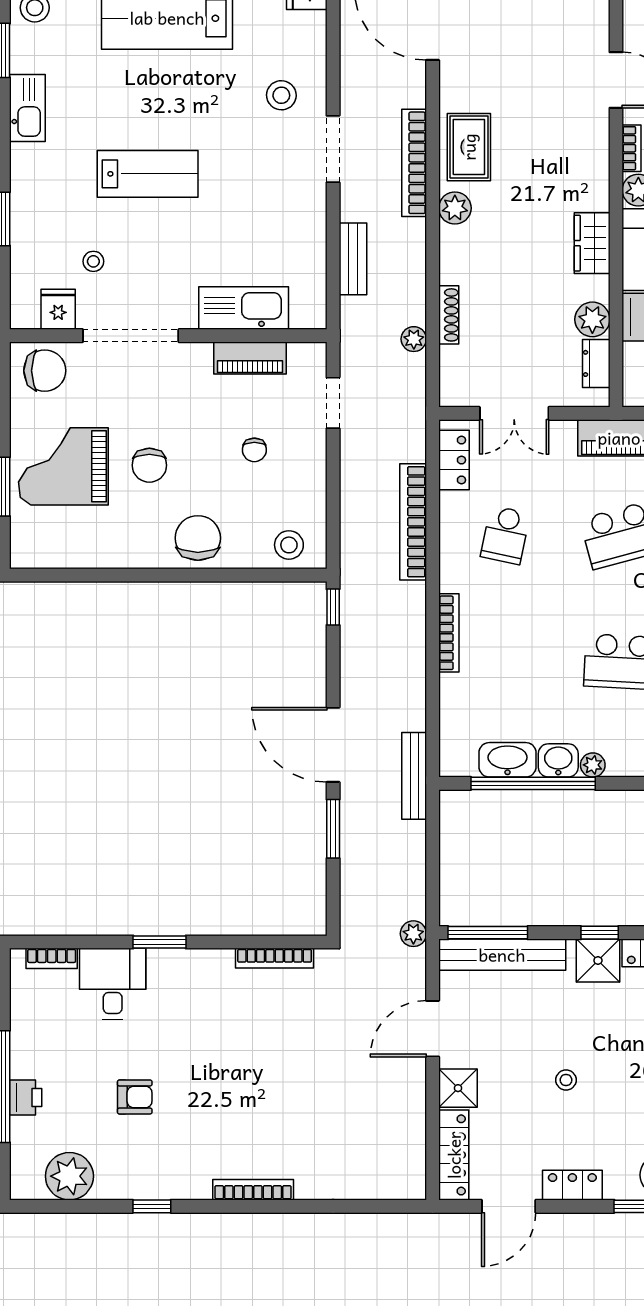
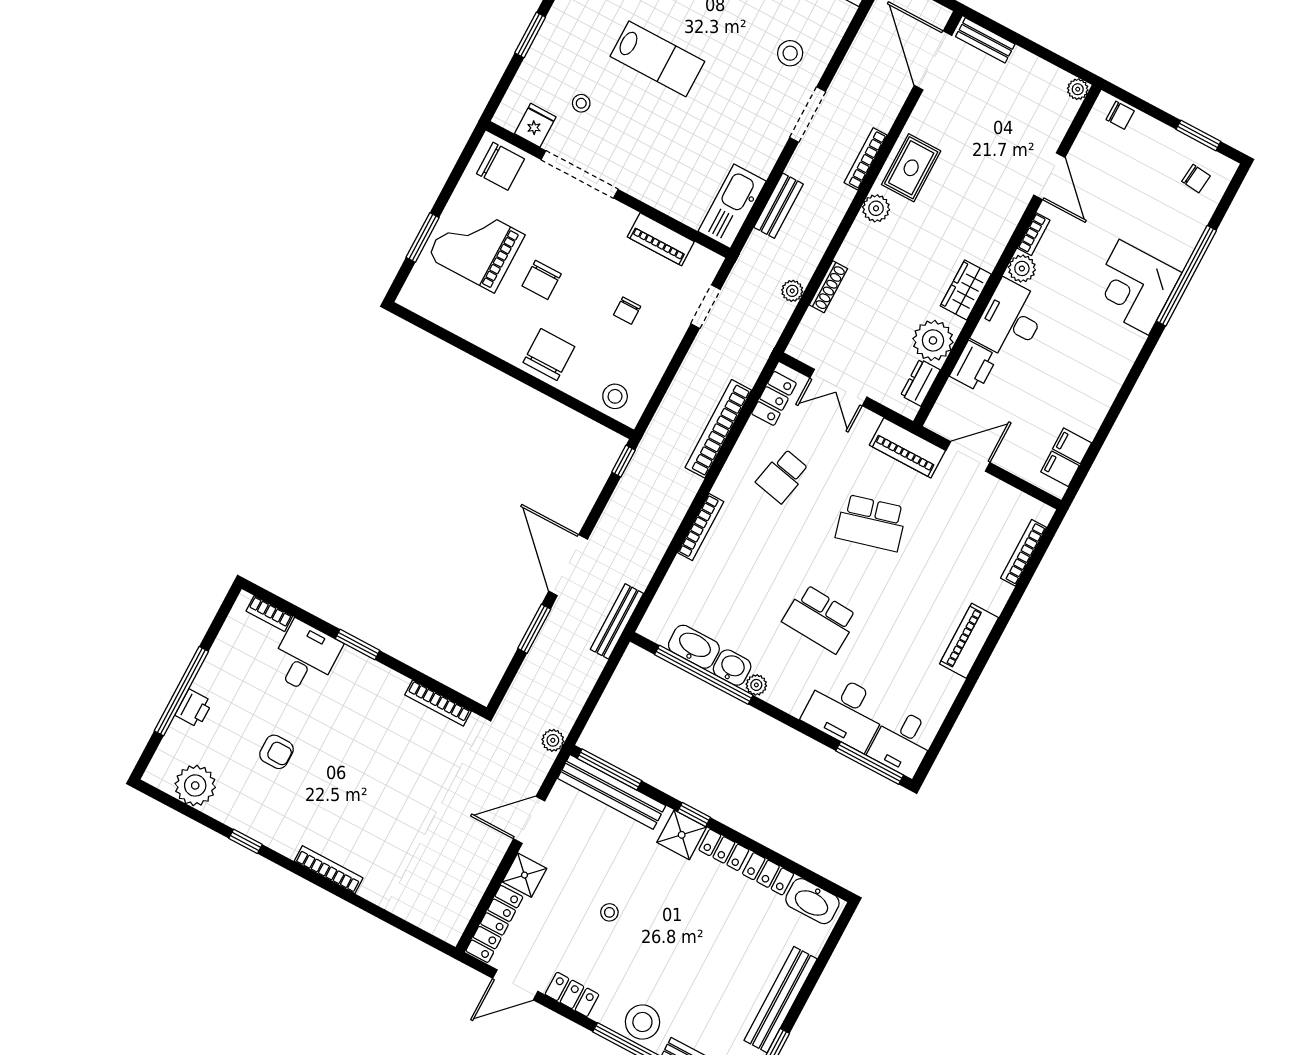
bookcase: (414, 163) -> (866, 159), width x0.68, depth x0.76
kitchen sink: (244, 308) -> (732, 206), moved, turned -90
plant: (592, 319) -> (933, 340), width x1.36, depth x1.36

